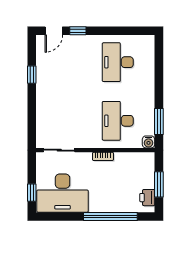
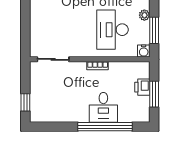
plant: (149, 107) -> (144, 15), added
desk: (63, 193) -> (103, 107), moved, width x0.53, depth x0.77
printer: (147, 198) -> (142, 87), moved

